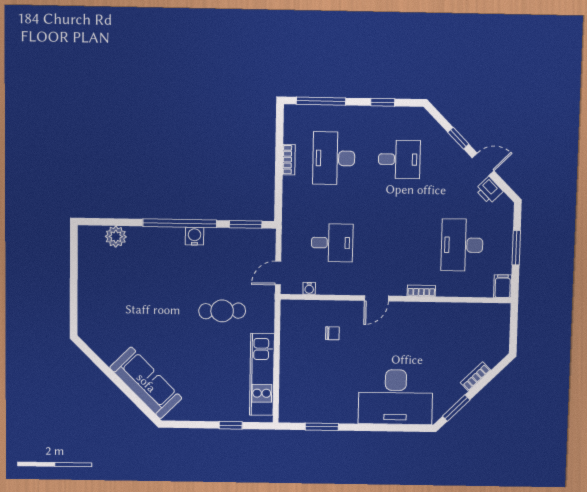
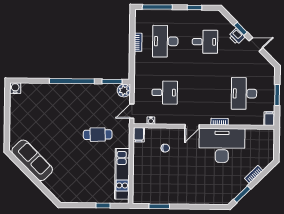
printer: (489, 190) -> (237, 36), moved
water cooler: (194, 236) -> (15, 88), moved
plant: (116, 237) -> (124, 91), moved
filing cabinet: (289, 311) -> (139, 135), added
sofa: (146, 383) -> (32, 160), moved
desk: (395, 397) -> (222, 145), moved, turned 180

